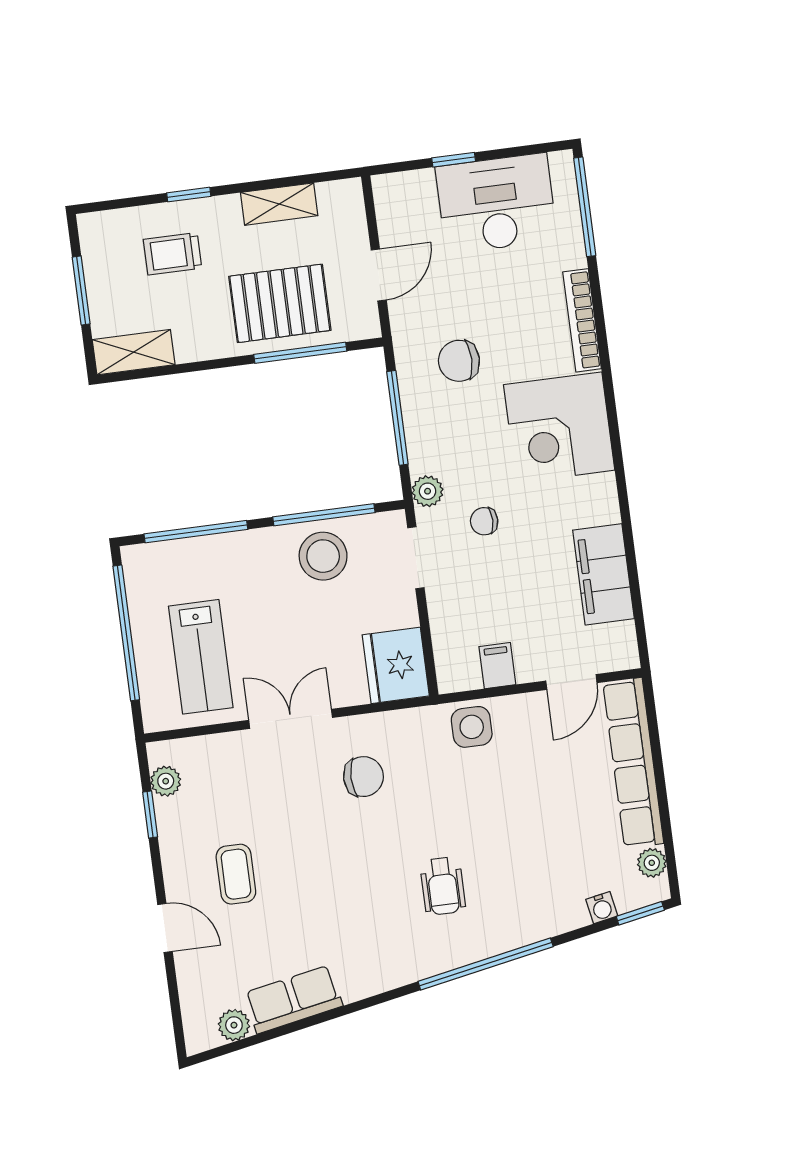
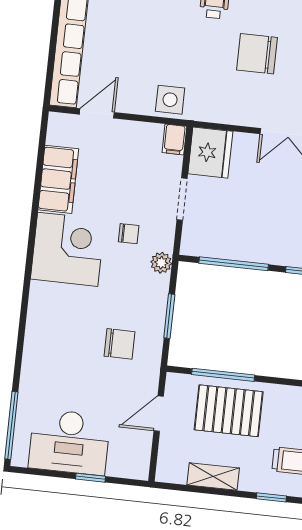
bookcase: (582, 320) -> (31, 351), removed
window: (397, 418) -> (169, 316), width x0.69
corner desk: (559, 427) -> (68, 249), moved
stool: (323, 556) -> (241, 237), removed
doorway: (416, 558) -> (182, 199), moved
filing cabinet: (497, 666) -> (174, 139), moved
chair: (363, 777) -> (257, 54), moved, width x1.37, depth x1.37

